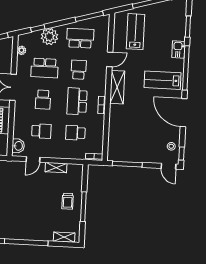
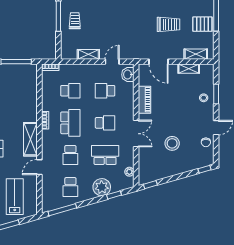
lab bench: (135, 32) -> (15, 197), turned 180
school desk: (80, 38) -> (70, 187), width x0.54
school desk: (43, 100) -> (105, 123), turned 90

